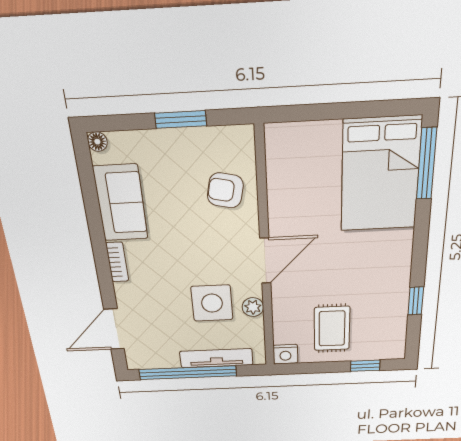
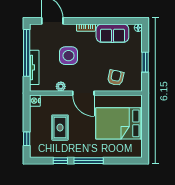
window: (427, 164) -> (89, 161), moved
bed: (380, 175) -> (119, 123), moved
side table: (212, 303) -> (69, 56), moved
rug: (332, 329) -> (60, 128), moved, turned 90

